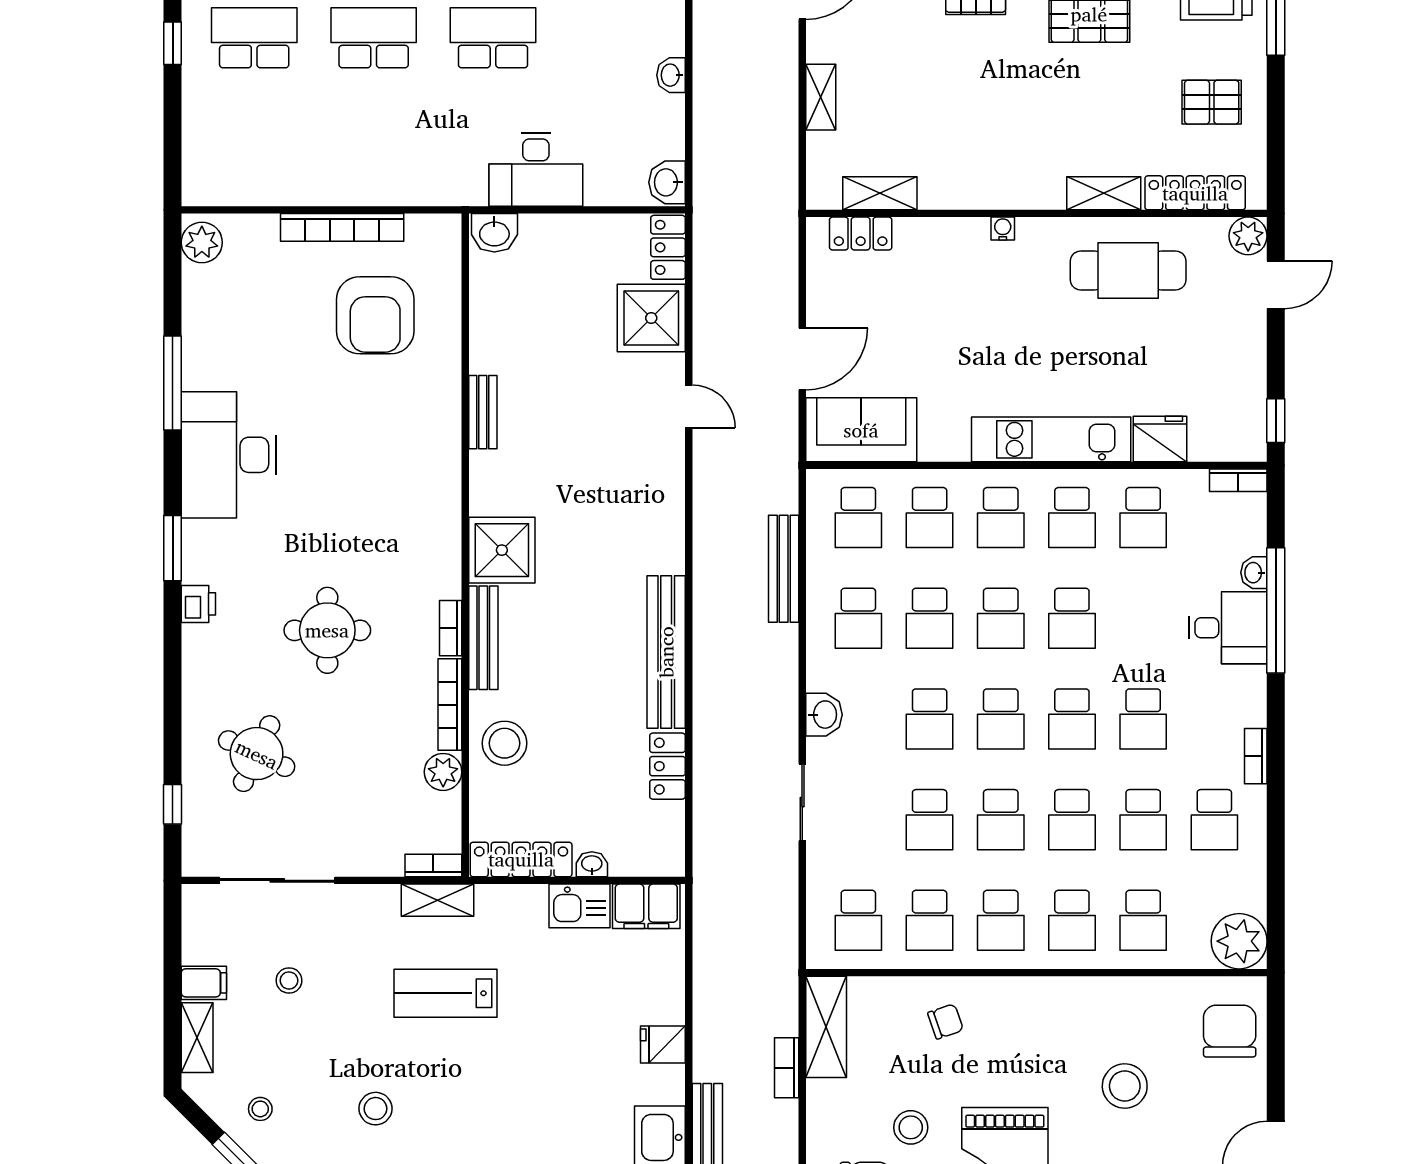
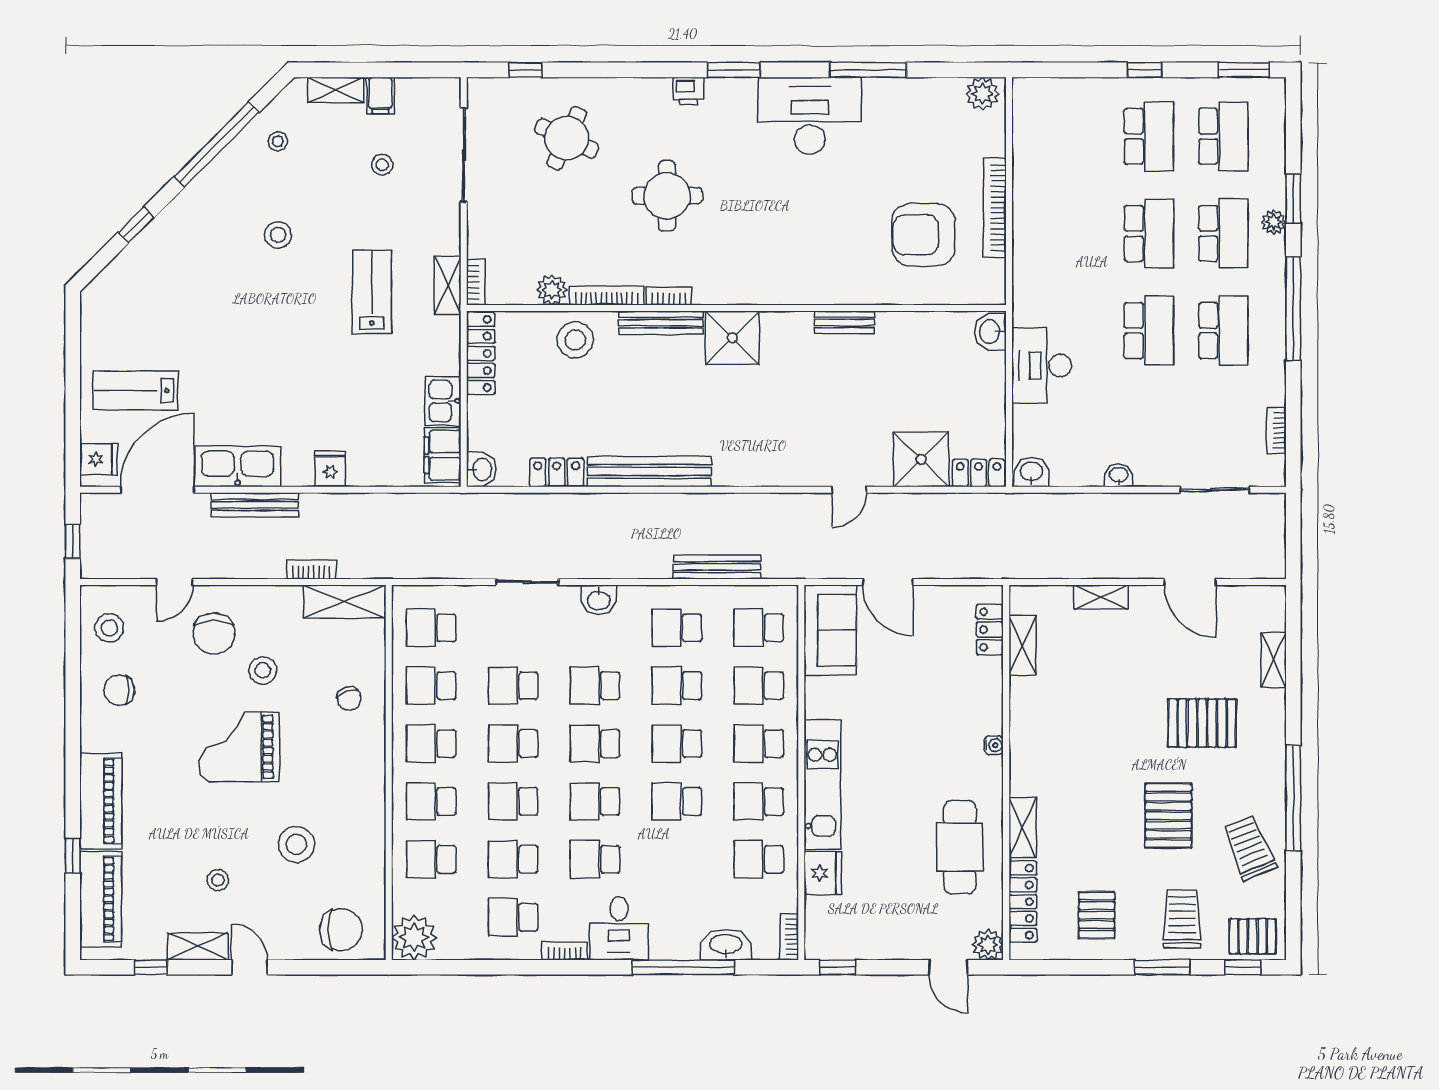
washbasin: (1254, 573) -> (726, 945), width x1.91, depth x1.45
desk: (1228, 628) -> (619, 928), moved
washbasin: (592, 864) -> (481, 469), moved, width x1.38, depth x1.45

